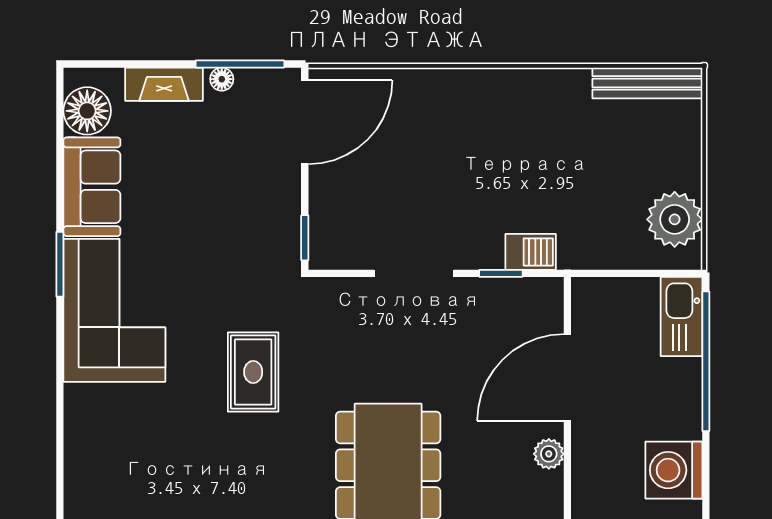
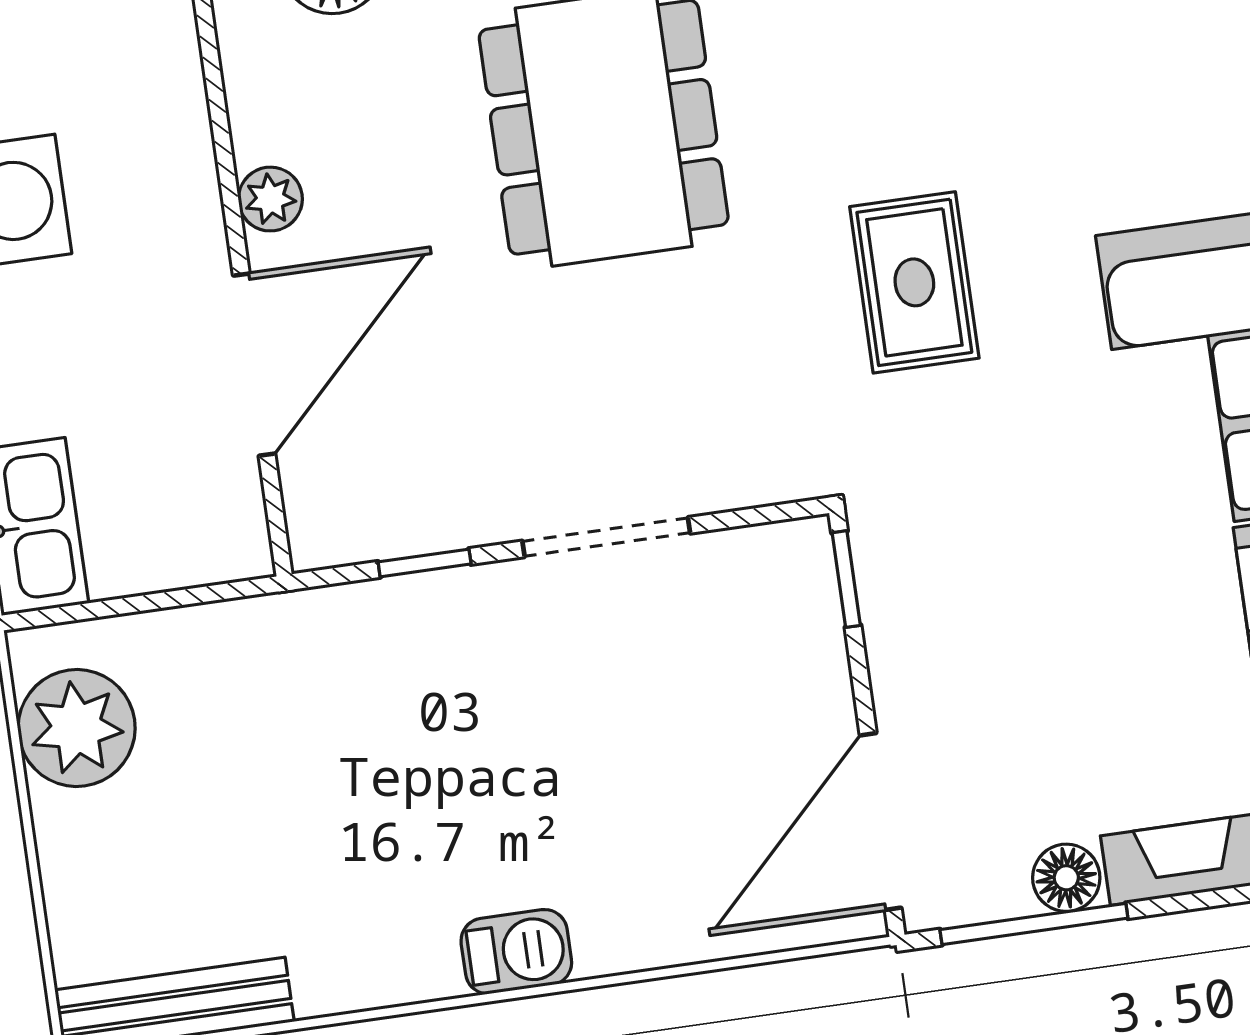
floor lamp: (222, 79) -> (1066, 878), width x1.37, depth x1.37
barbecue: (531, 252) -> (516, 952), moved, turned 180

